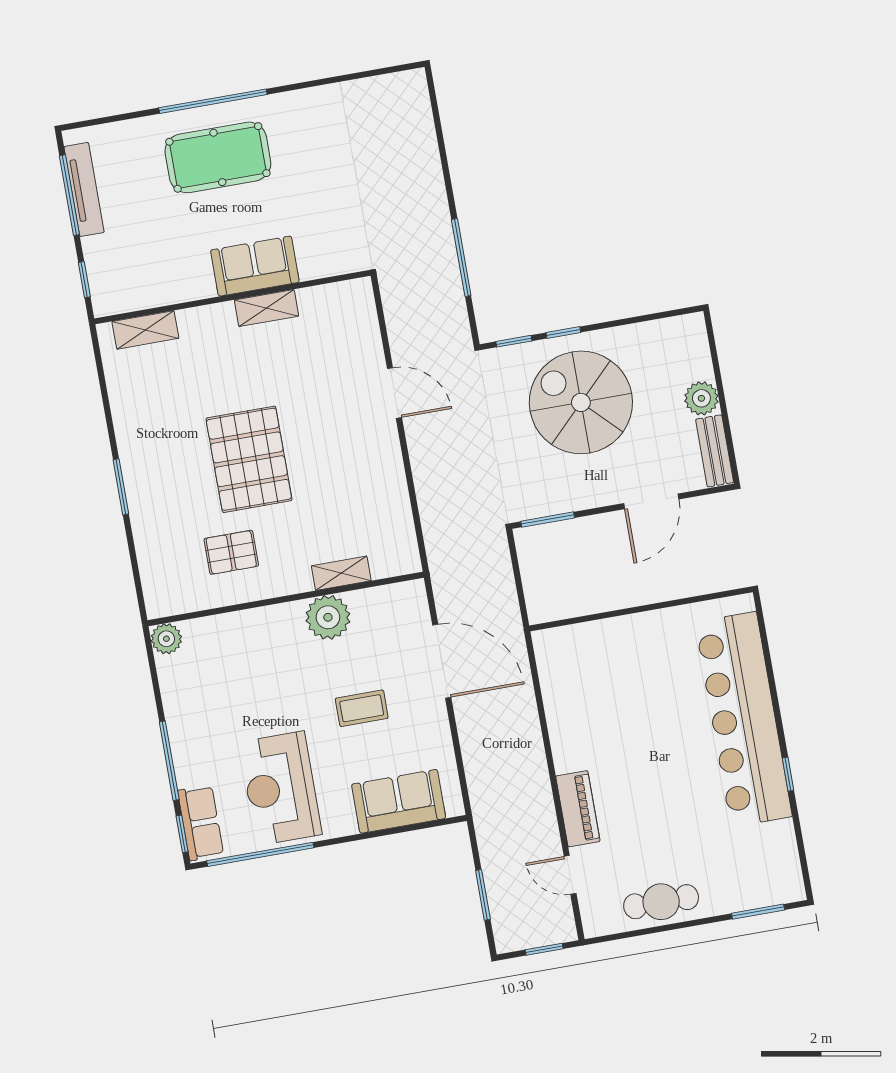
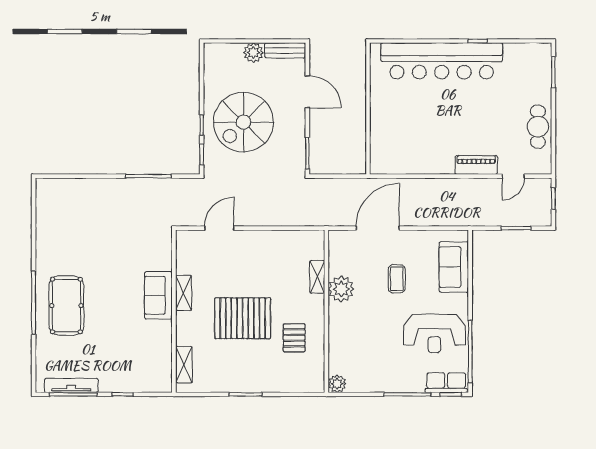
sofa: (255, 266) -> (158, 295), moved
wall: (232, 297) -> (174, 311), moved
shelving: (266, 308) -> (184, 293), moved
shelving: (145, 330) -> (184, 365), moved

